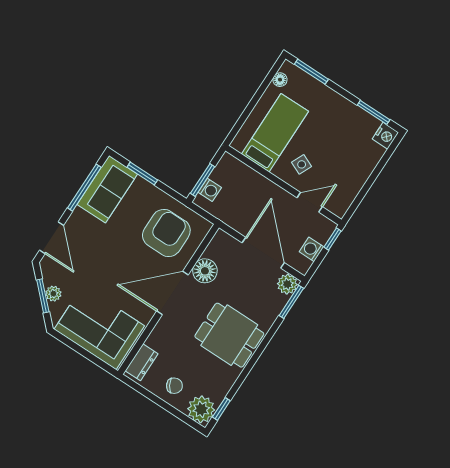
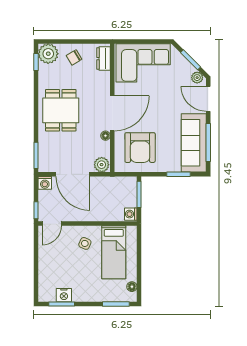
nightstand: (385, 136) -> (64, 295), moved, turned -90
sofa: (107, 189) -> (194, 143), width x1.36
washing machine: (210, 190) -> (131, 214), moved
door: (310, 202) -> (52, 224), moved
washing machine: (312, 249) -> (45, 183), moved, turned 90
floor lamp: (205, 271) -> (105, 136), width x0.53, depth x0.53
plant: (287, 284) -> (102, 165), moved
plant: (53, 294) -> (197, 78), moved
dining table: (229, 335) -> (61, 110), turned 90

